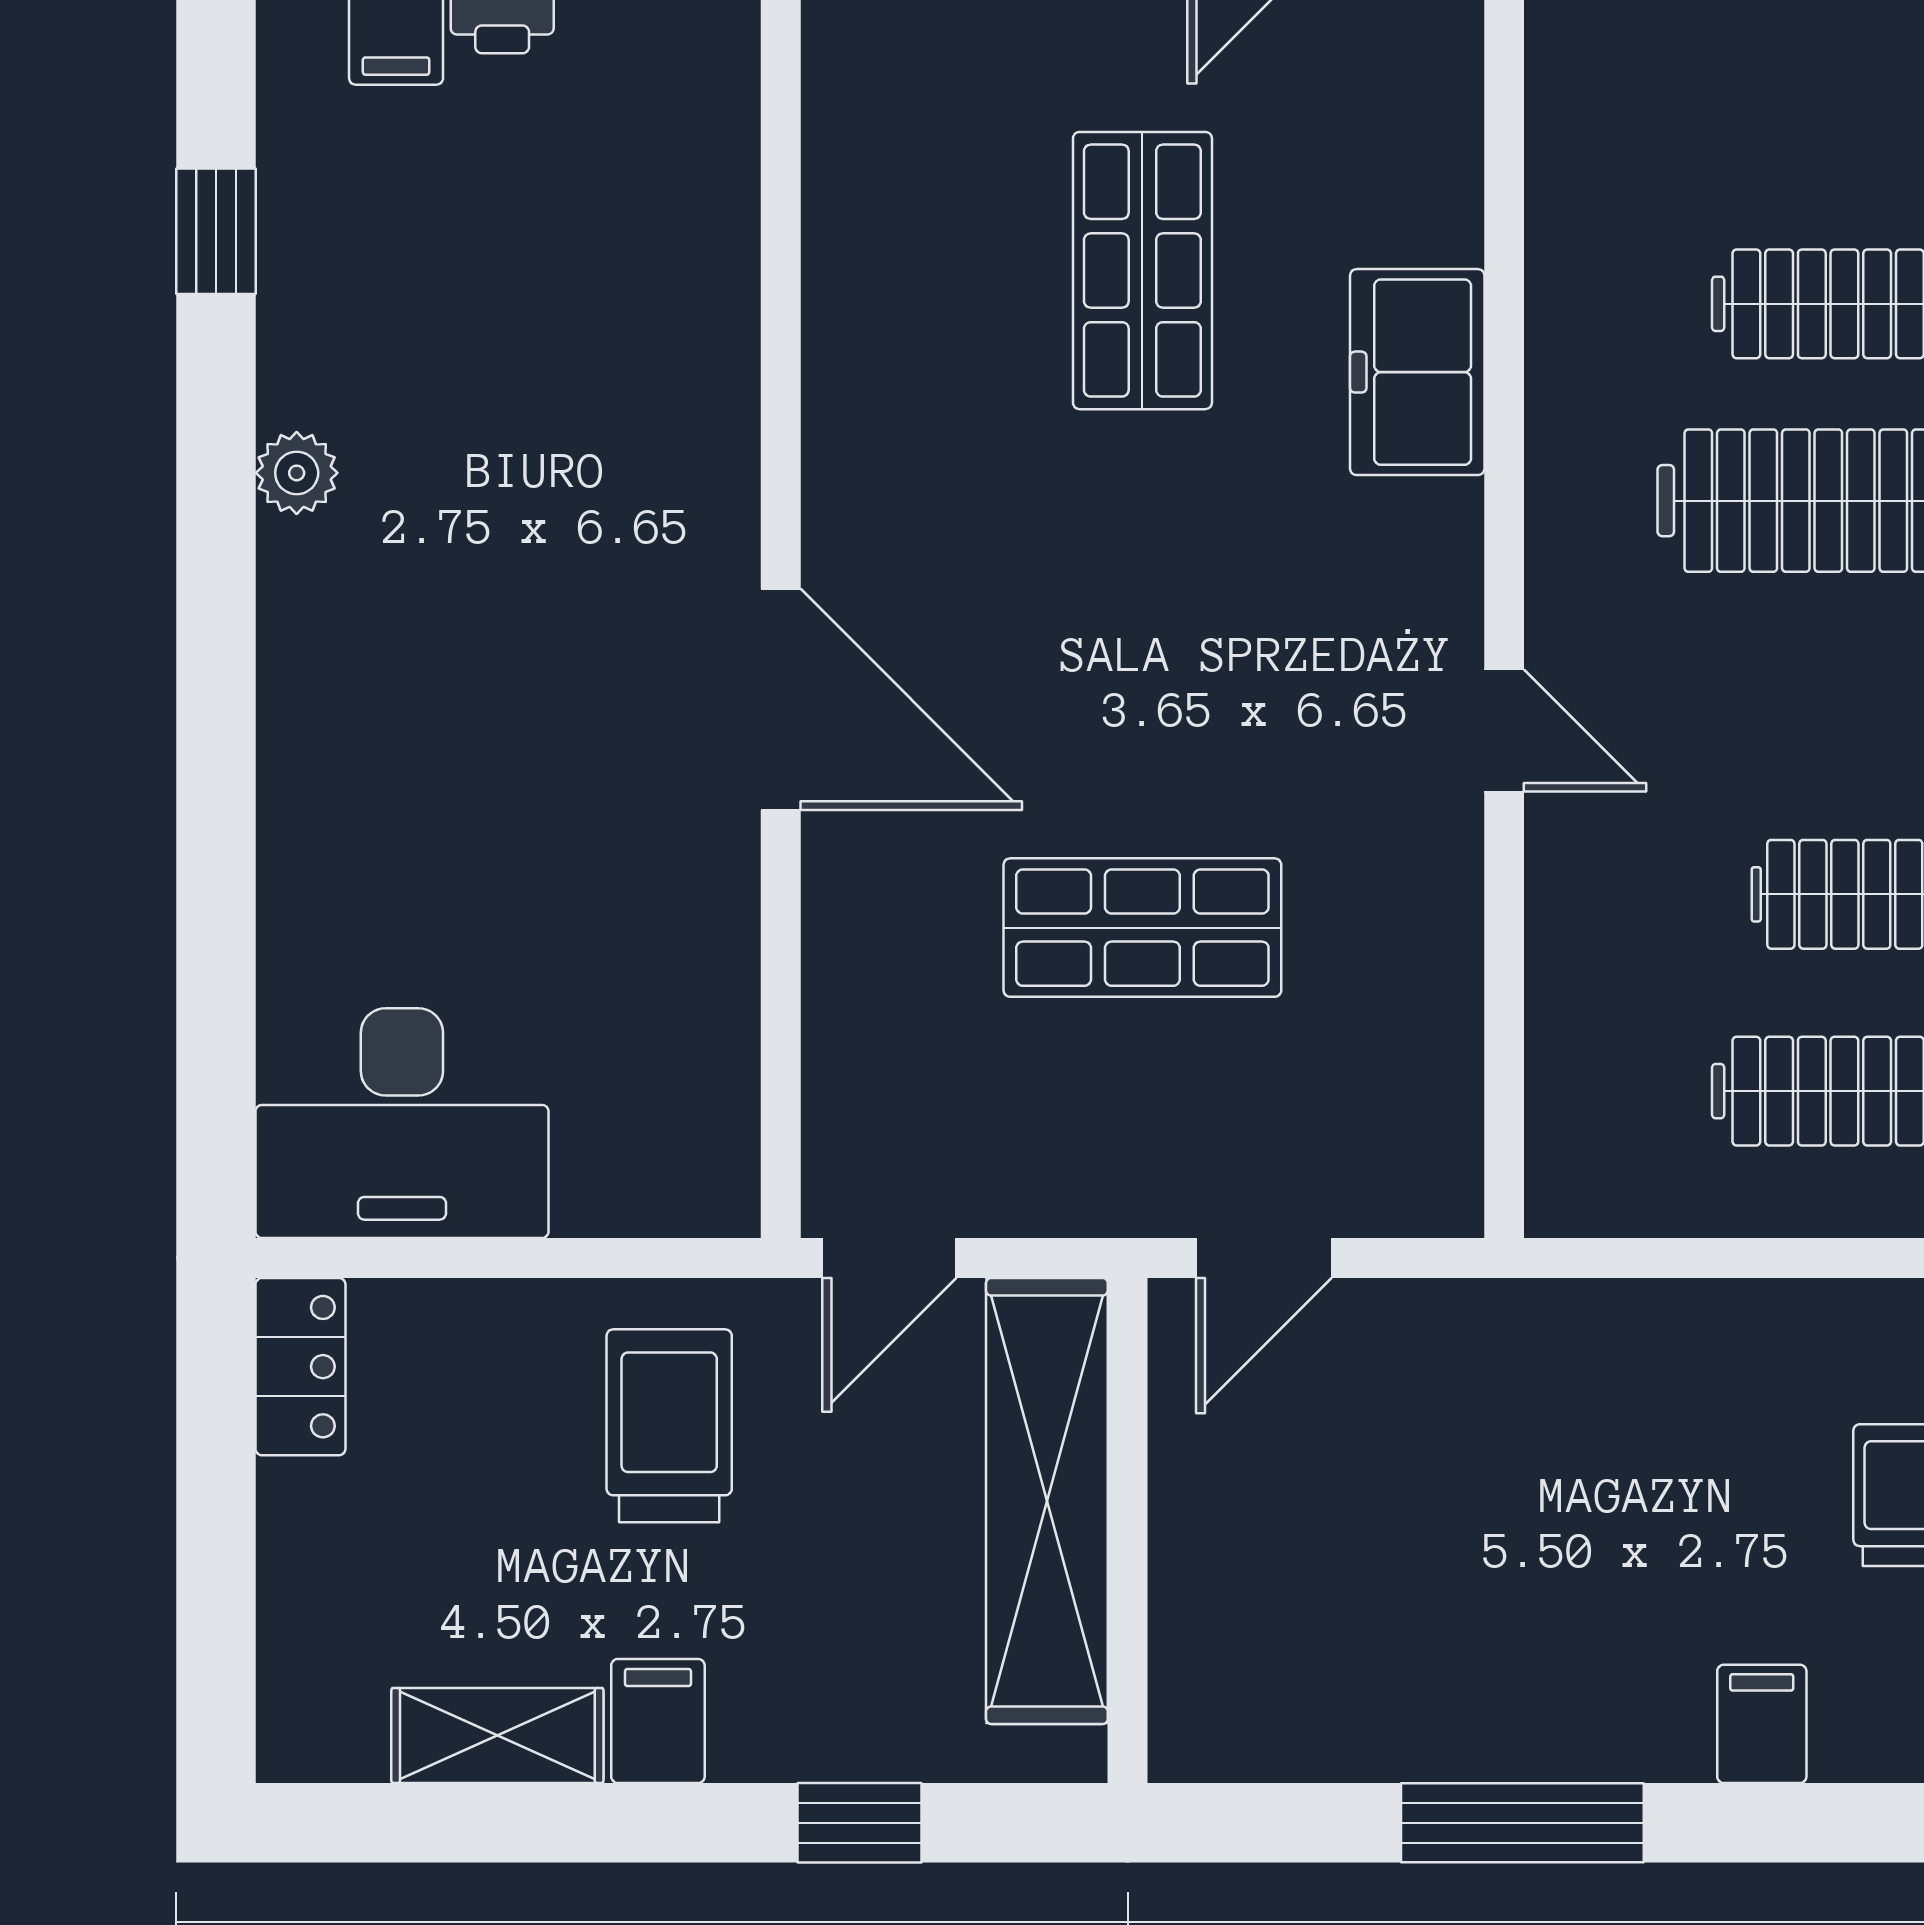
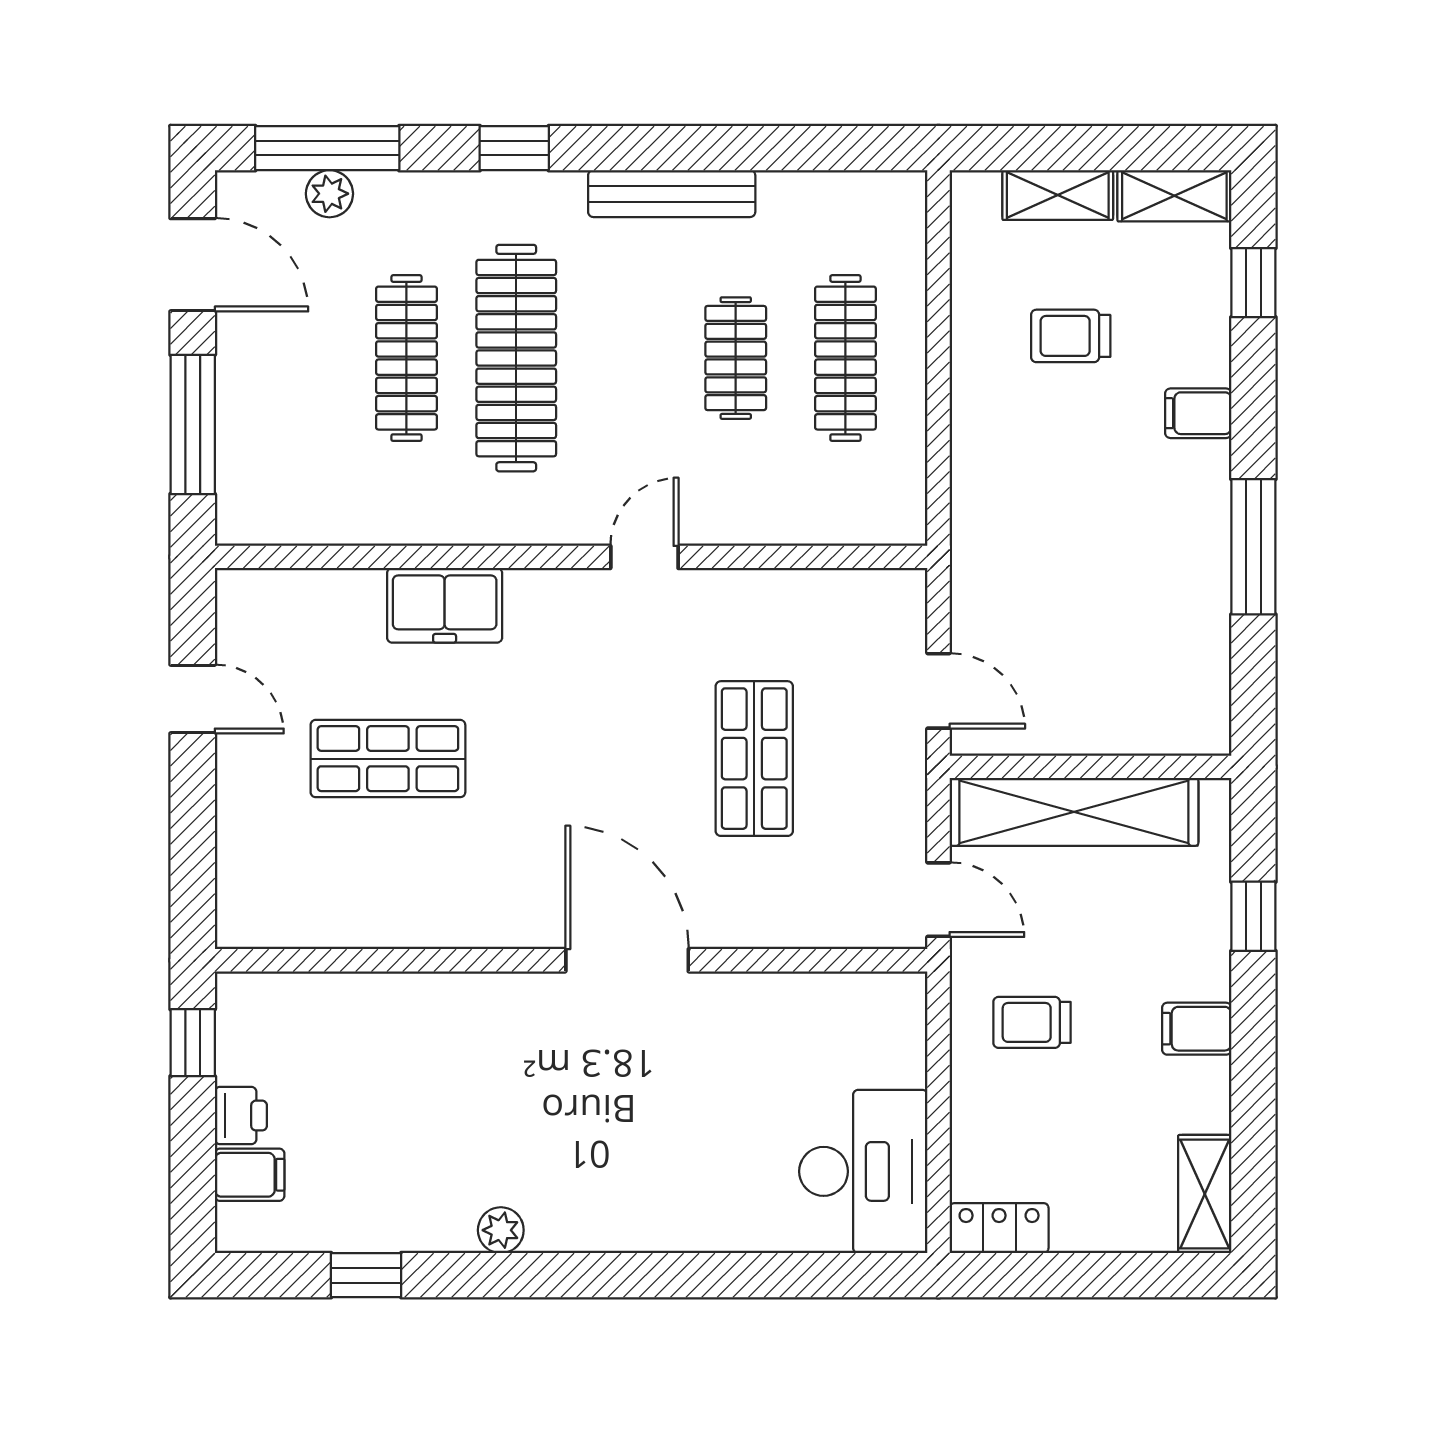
door: (781, 699) -> (627, 960), hinge flipped
trolley: (669, 1426) -> (1032, 1022), width x0.73, depth x0.72
shelving: (497, 1735) -> (1205, 1194), moved

